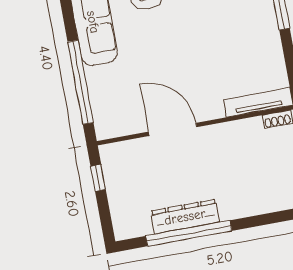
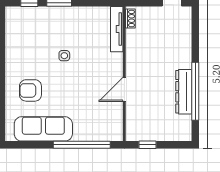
side table: (206, 33) -> (64, 56), added
door: (173, 129) -> (124, 89), width x0.73

